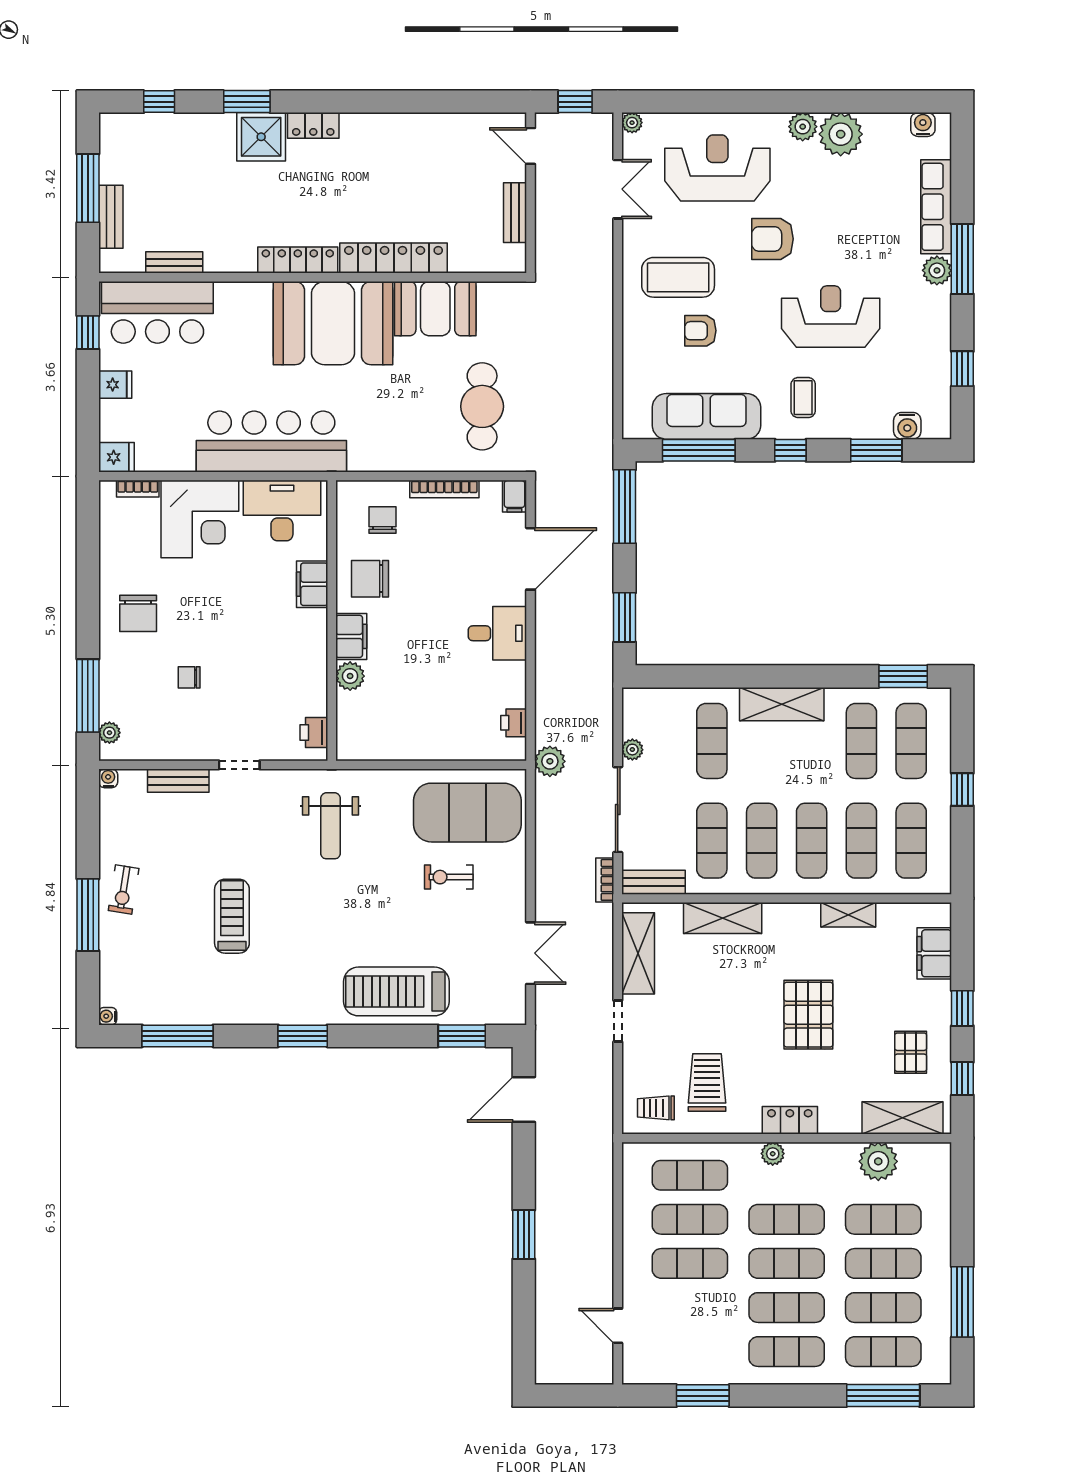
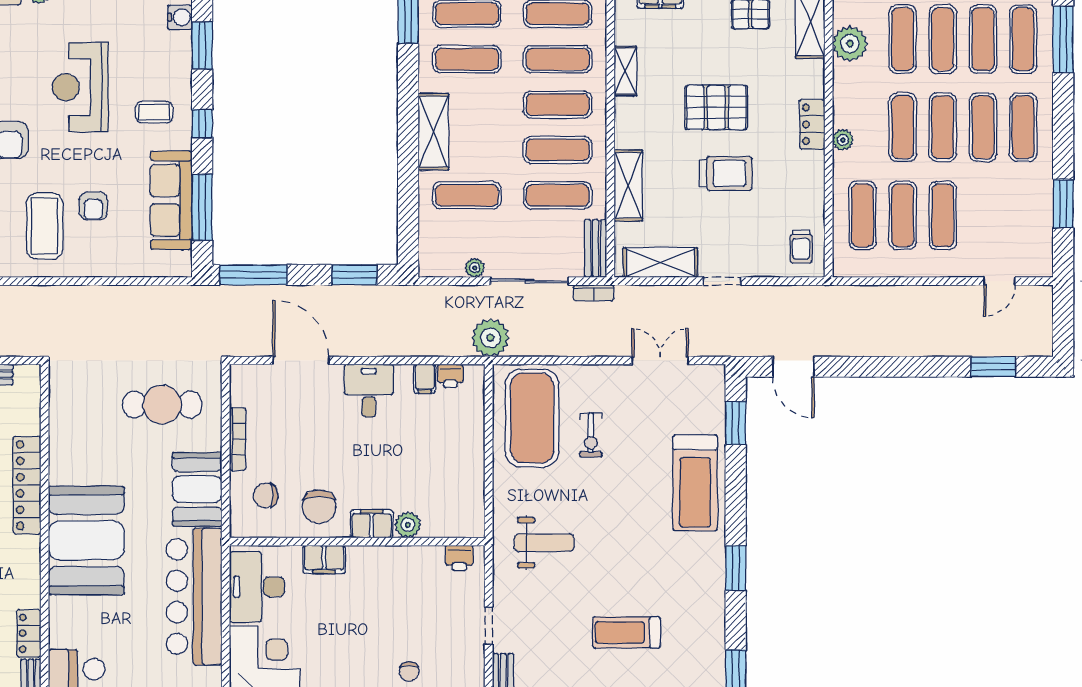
locker: (298, 260) -> (29, 633), moved, width x0.66
booth: (435, 309) -> (197, 489), moved
filing cabinet: (514, 496) -> (425, 379), moved, turned 90
plant: (550, 761) -> (490, 338), width x1.36, depth x1.36
trolley: (707, 1082) -> (726, 173), moved, turned 180
window: (524, 1235) -> (993, 367), moved

